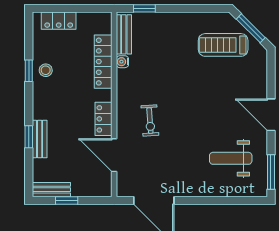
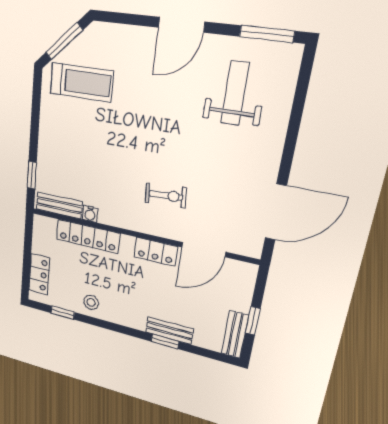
treadmill: (223, 45) -> (82, 82), turned -90
window: (29, 71) -> (63, 313), moved
weight bench: (231, 158) -> (235, 93), turned 180

